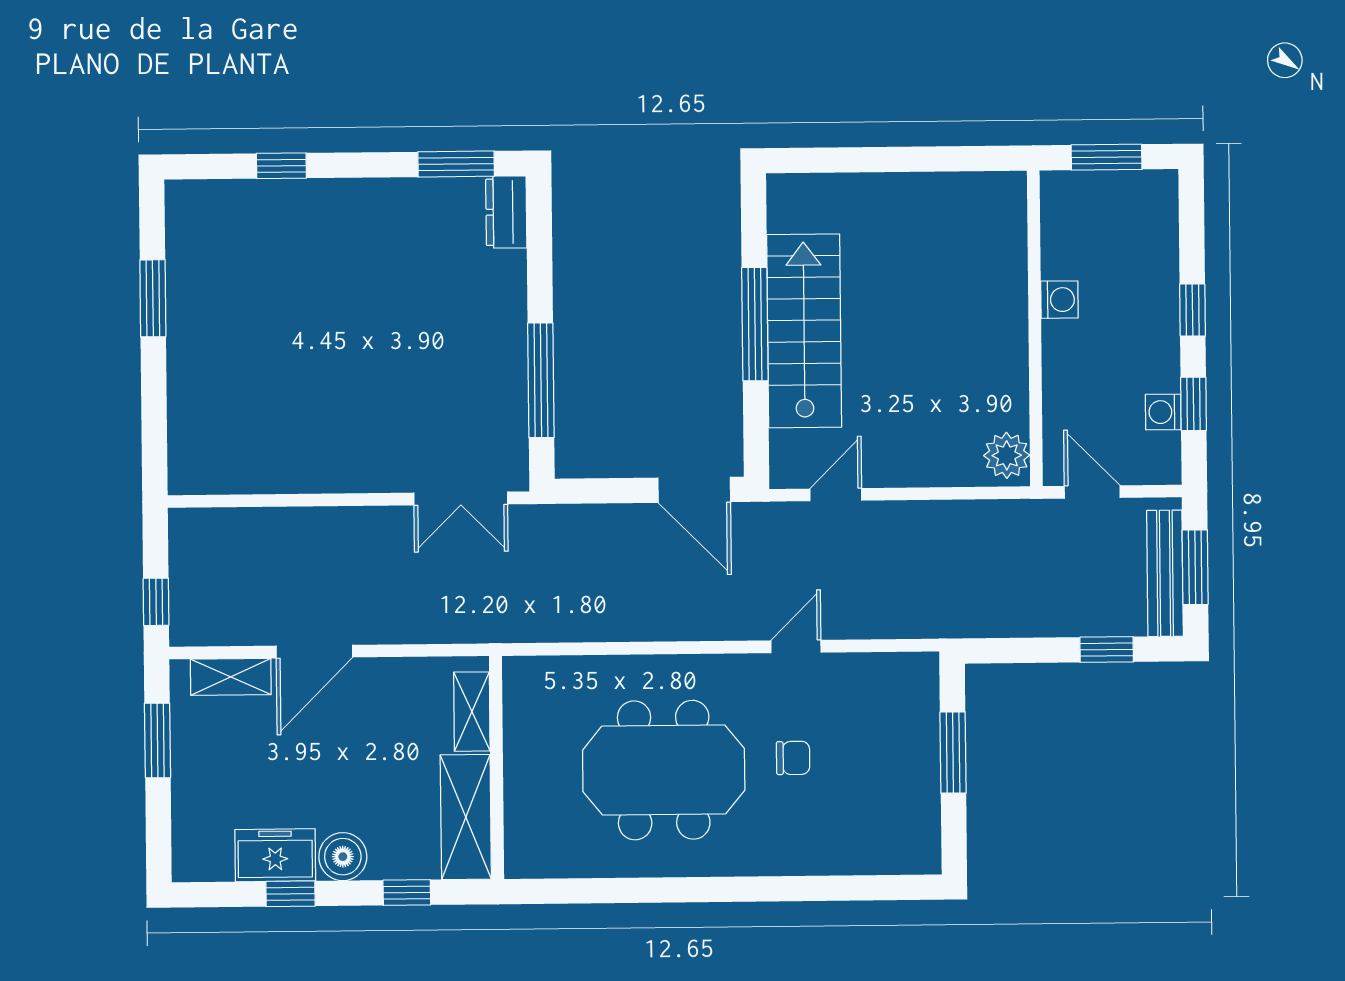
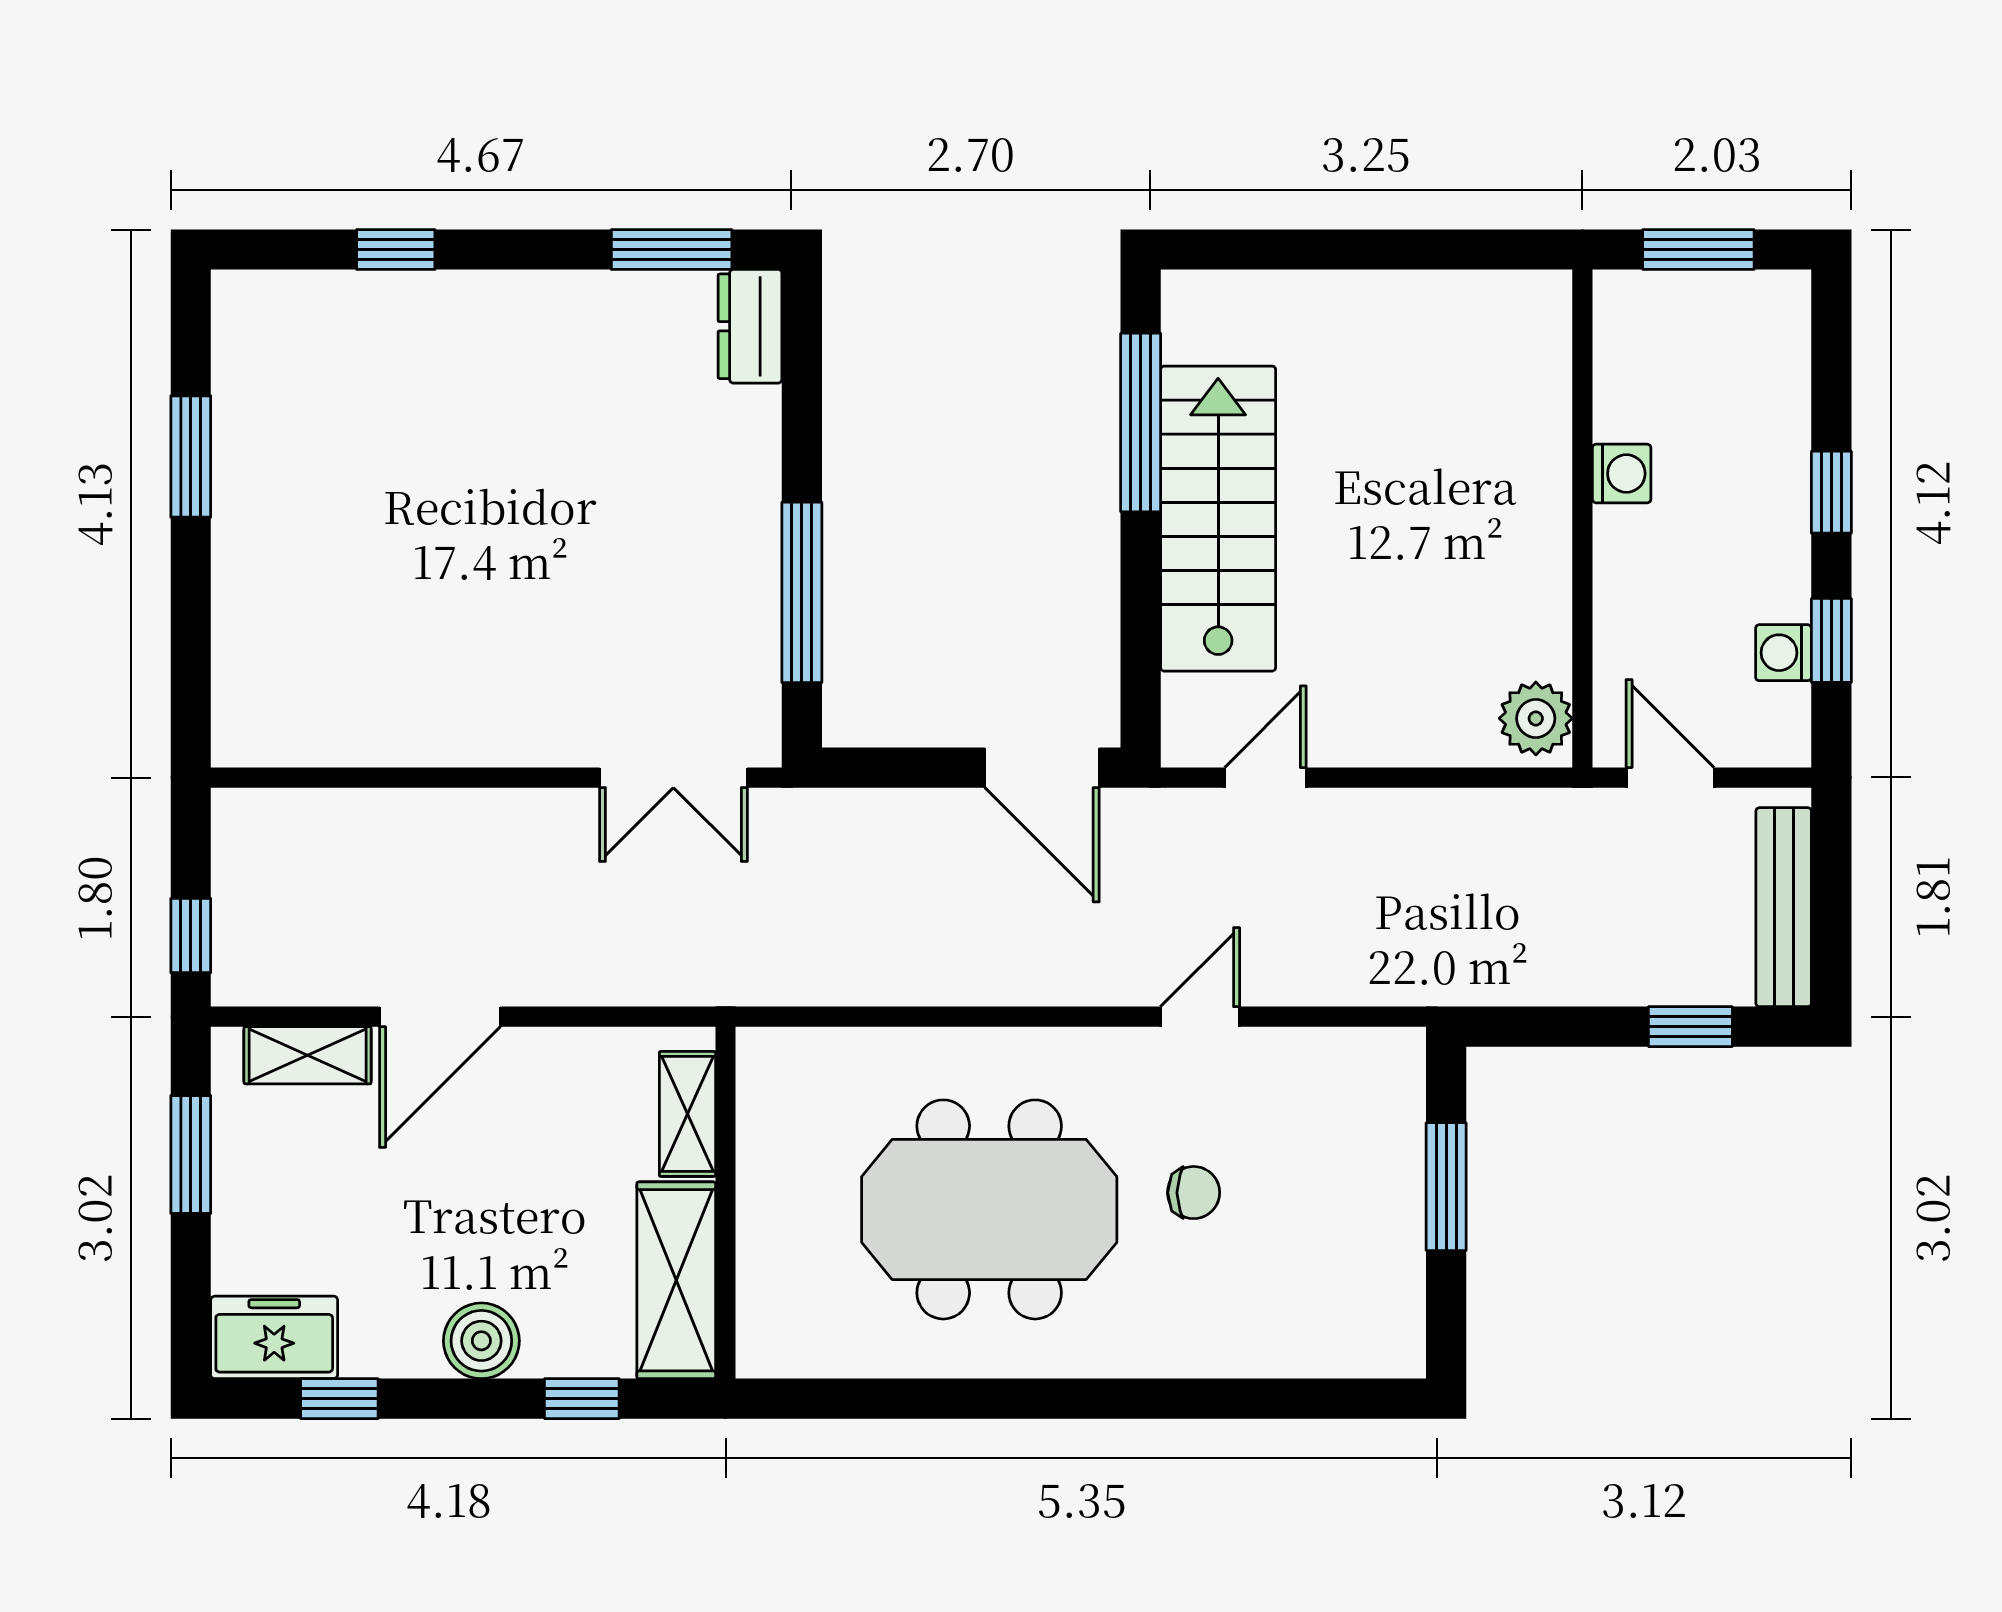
window: (755, 324) -> (1141, 423), moved
window: (1195, 567) -> (1831, 898), removed
freezer: (275, 855) -> (274, 1337), moved
window: (290, 894) -> (339, 1399), moved

